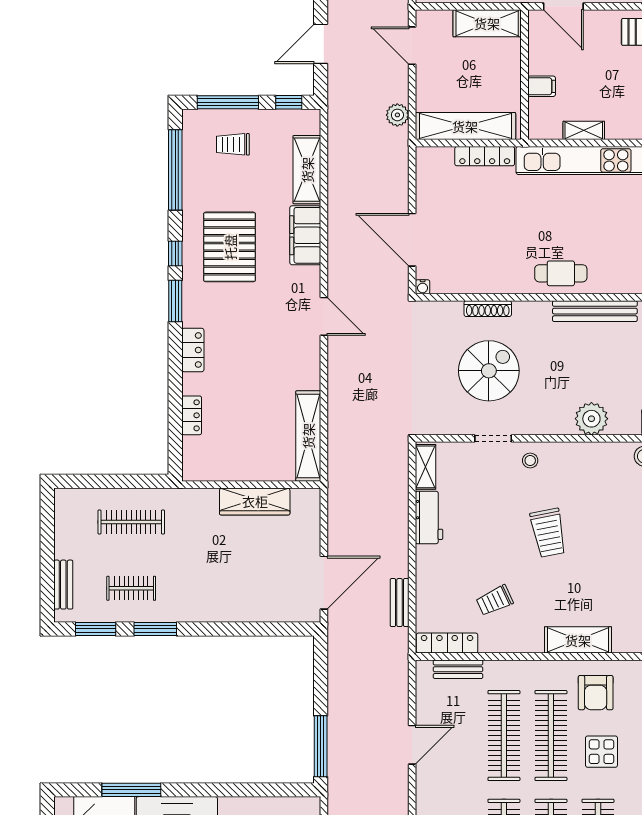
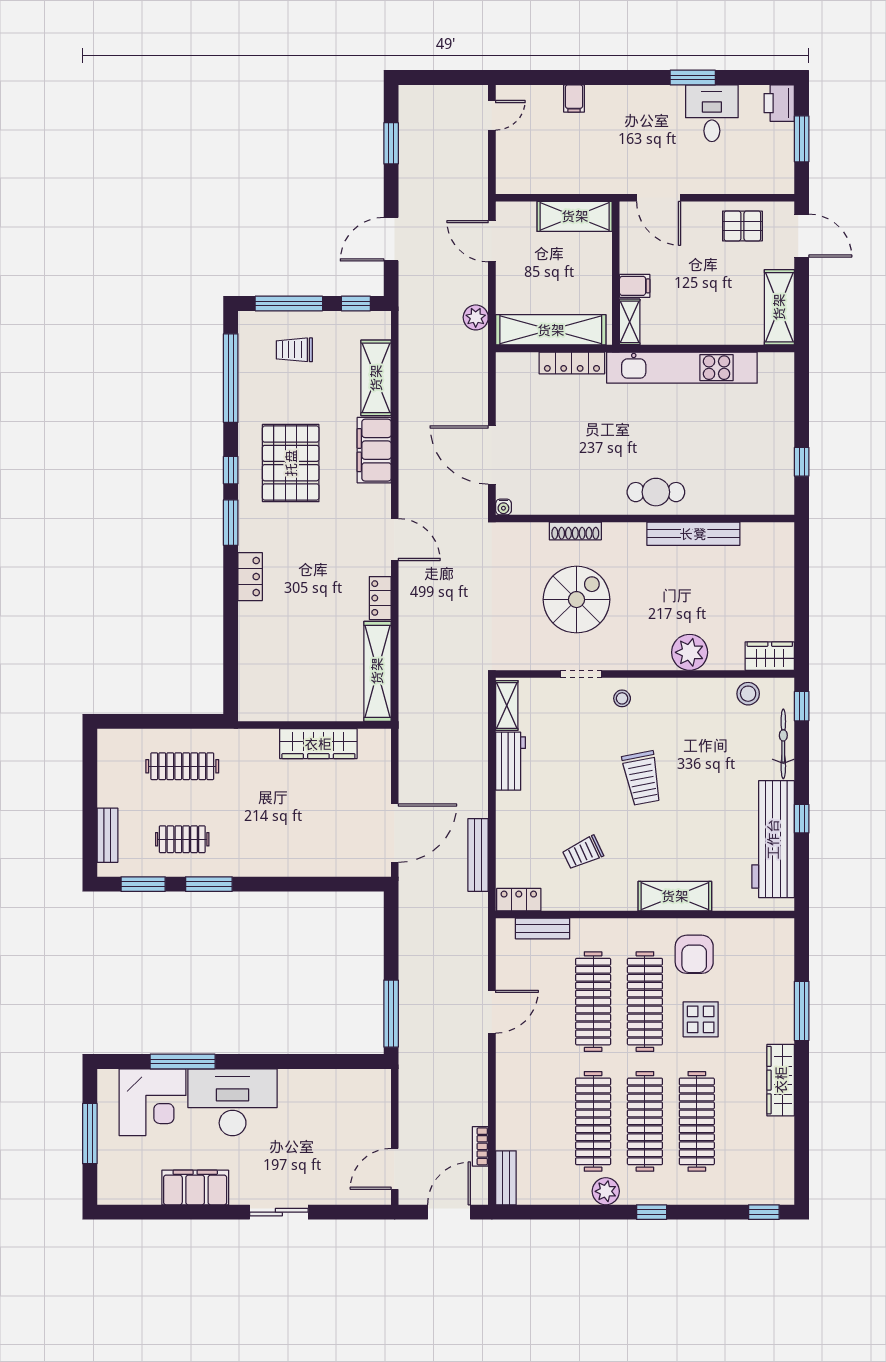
shelving: (584, 130) -> (630, 322), moved, turned 90
locker: (192, 415) -> (380, 598), moved, turned 180
bench: (400, 603) -> (478, 855), width x1.36
locker: (447, 643) -> (519, 900), width x0.66

